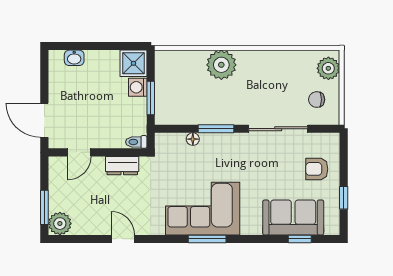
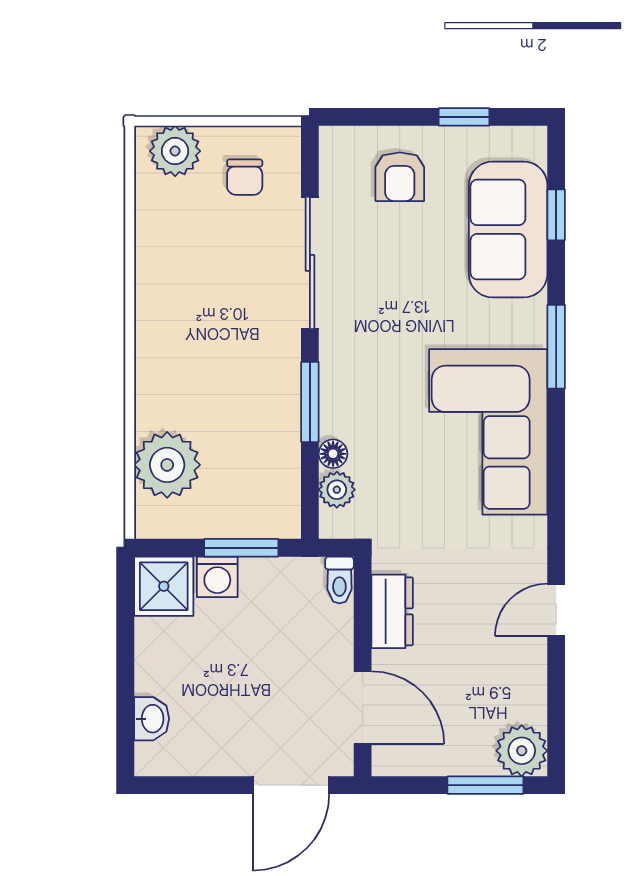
plant: (221, 65) -> (167, 465), moved
plant: (177, 141) -> (337, 490), added
door: (79, 152) -> (363, 708), width x1.38
window: (207, 239) -> (556, 347), moved

